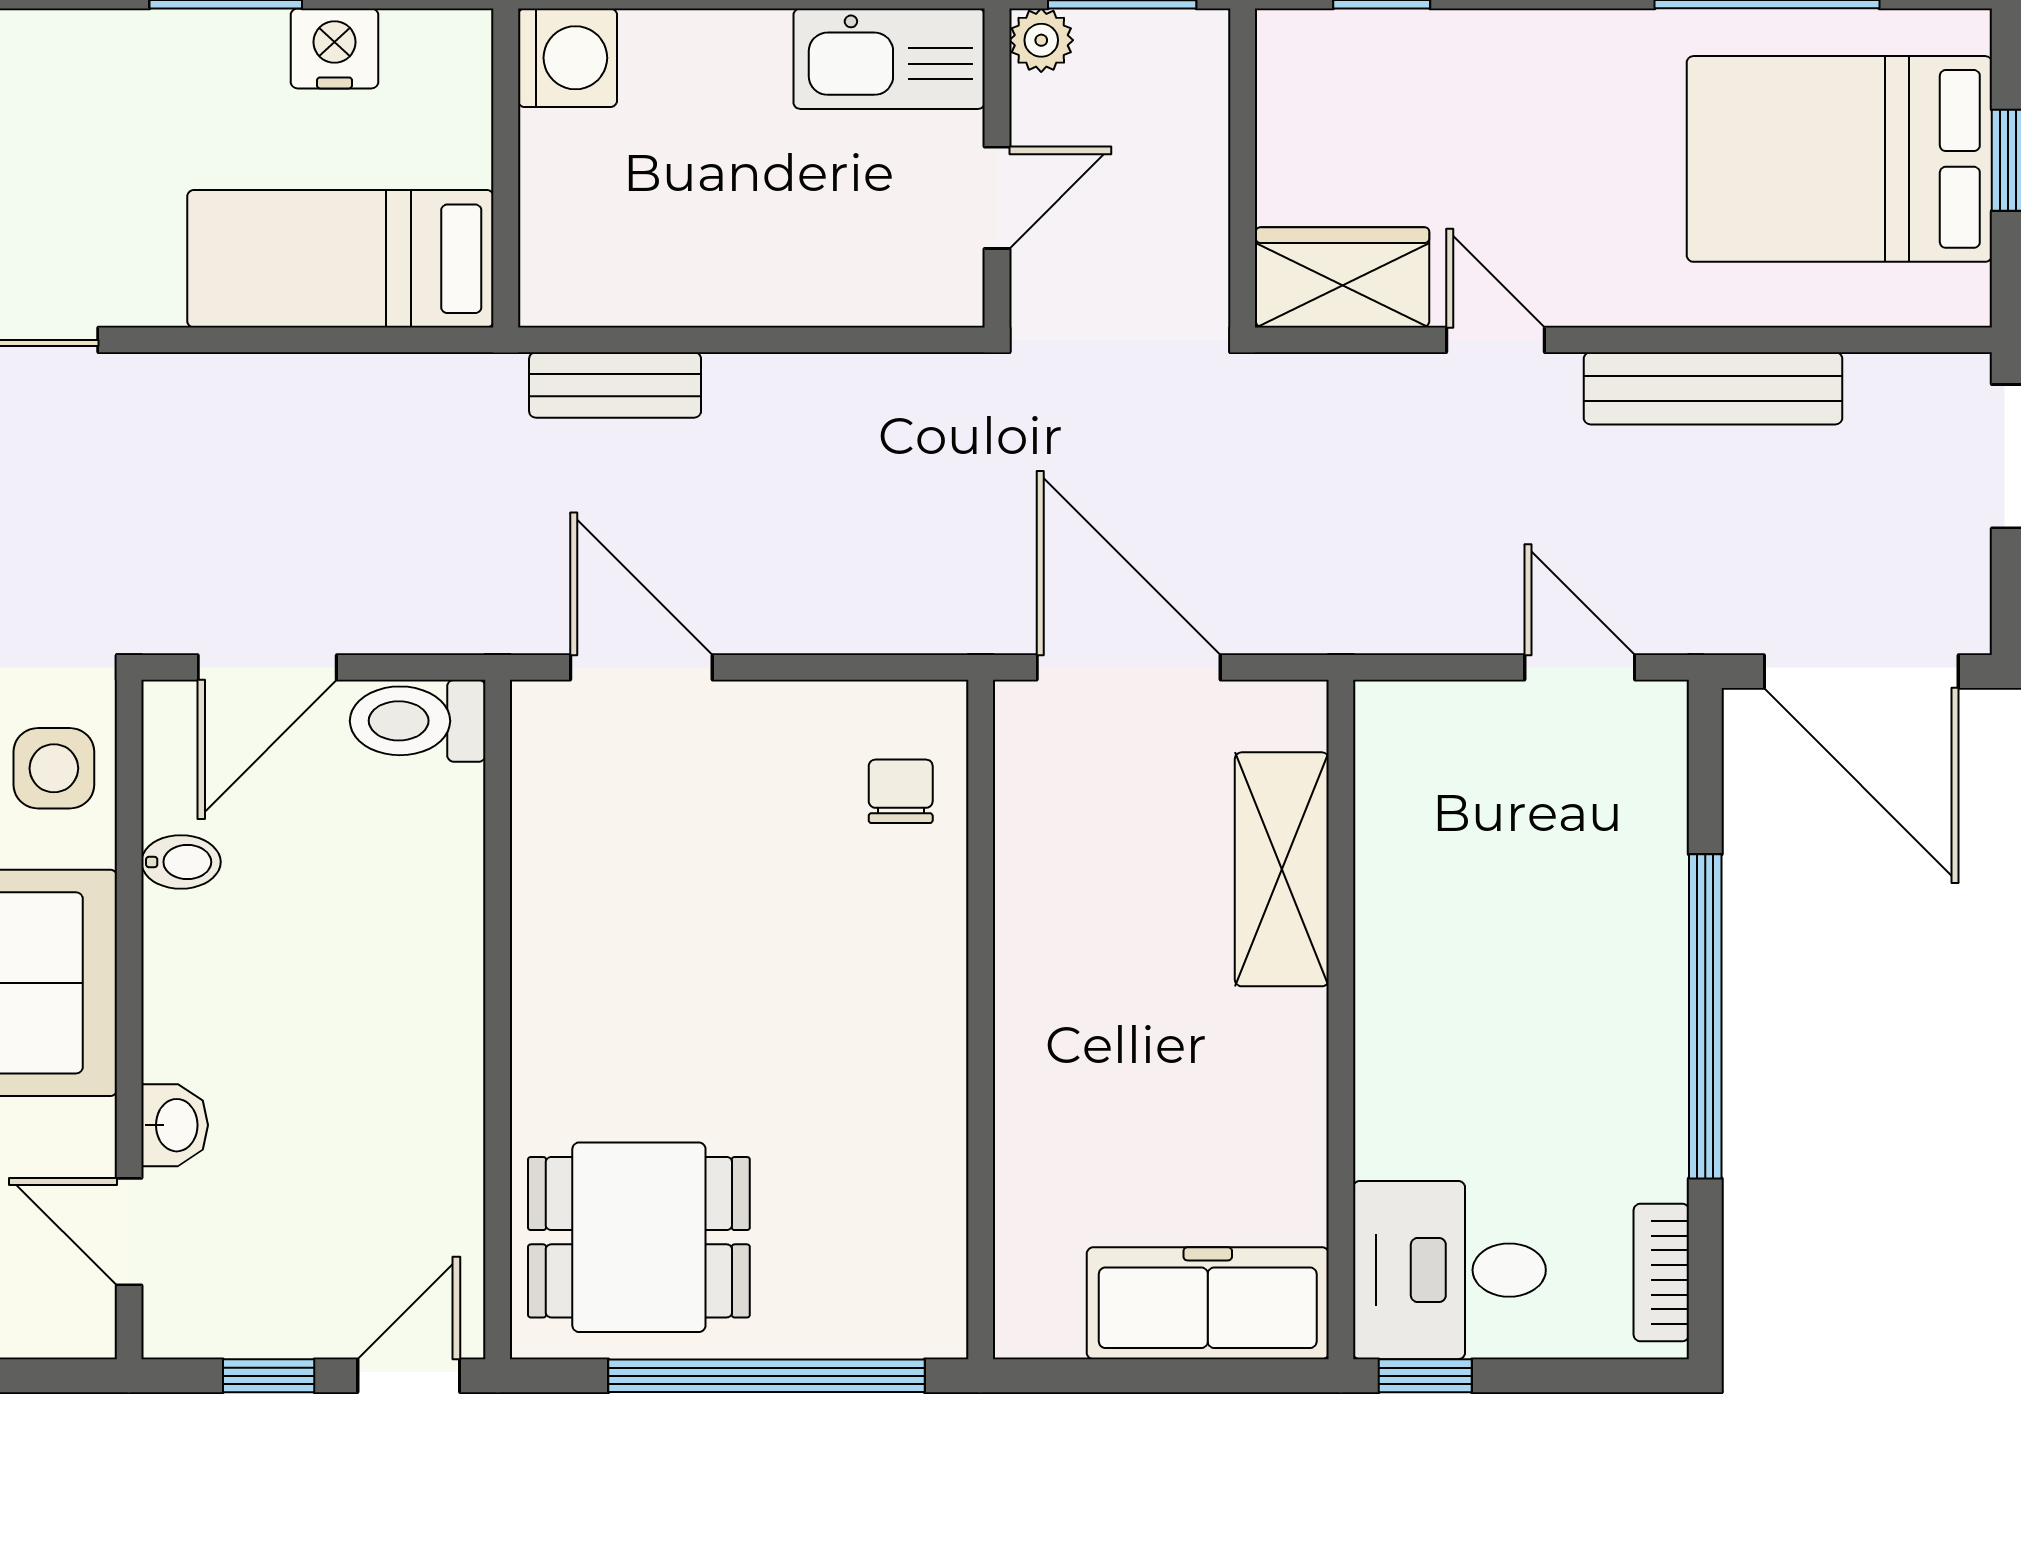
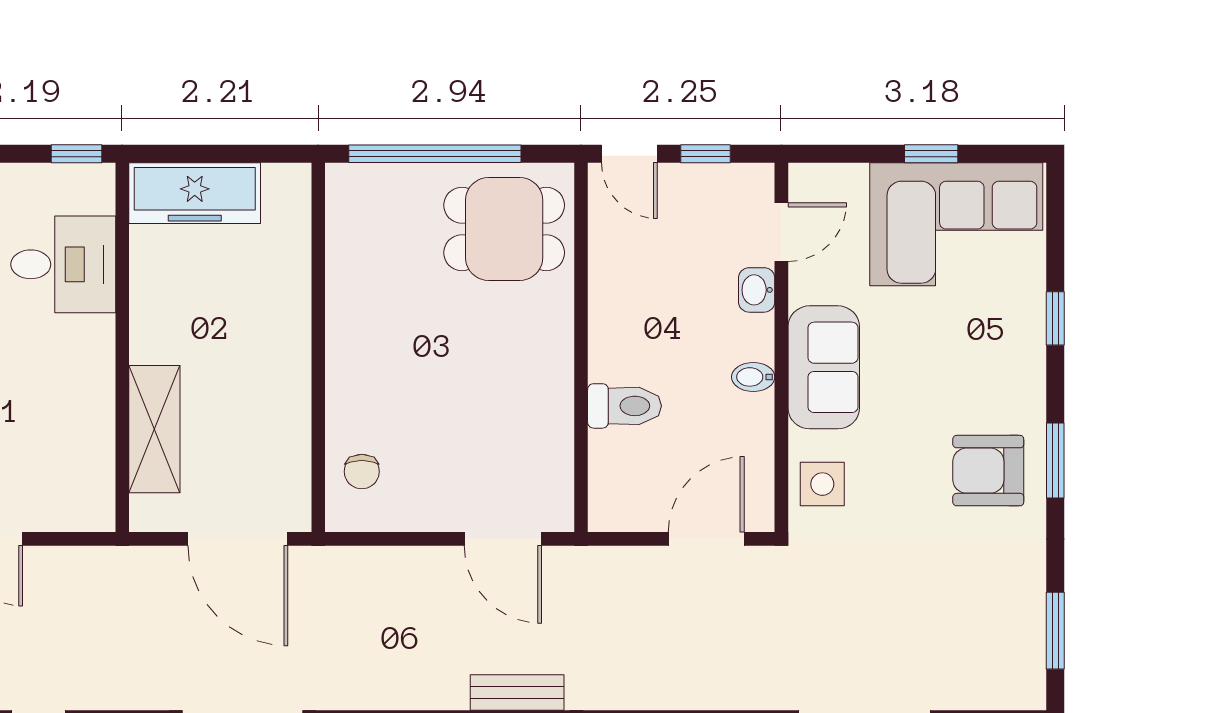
toilet: (418, 721) -> (624, 406), moved
bidet: (181, 862) -> (753, 377), moved
door: (129, 1232) -> (781, 232), hinge flipped
desk: (1449, 1270) -> (63, 264), moved
door: (409, 1376) -> (629, 154), hinge flipped

